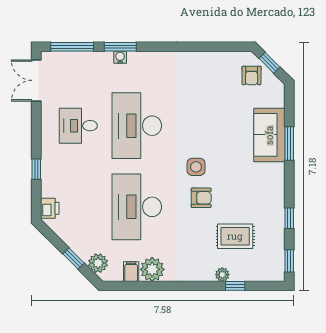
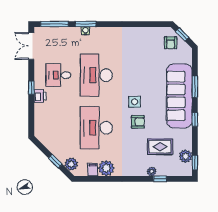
sofa: (269, 135) -> (179, 96), width x1.85, depth x1.27
window: (36, 169) -> (31, 88), moved
printer: (50, 208) -> (40, 96), moved
window: (289, 218) -> (195, 119), moved
plant: (275, 251) -> (186, 156), added

